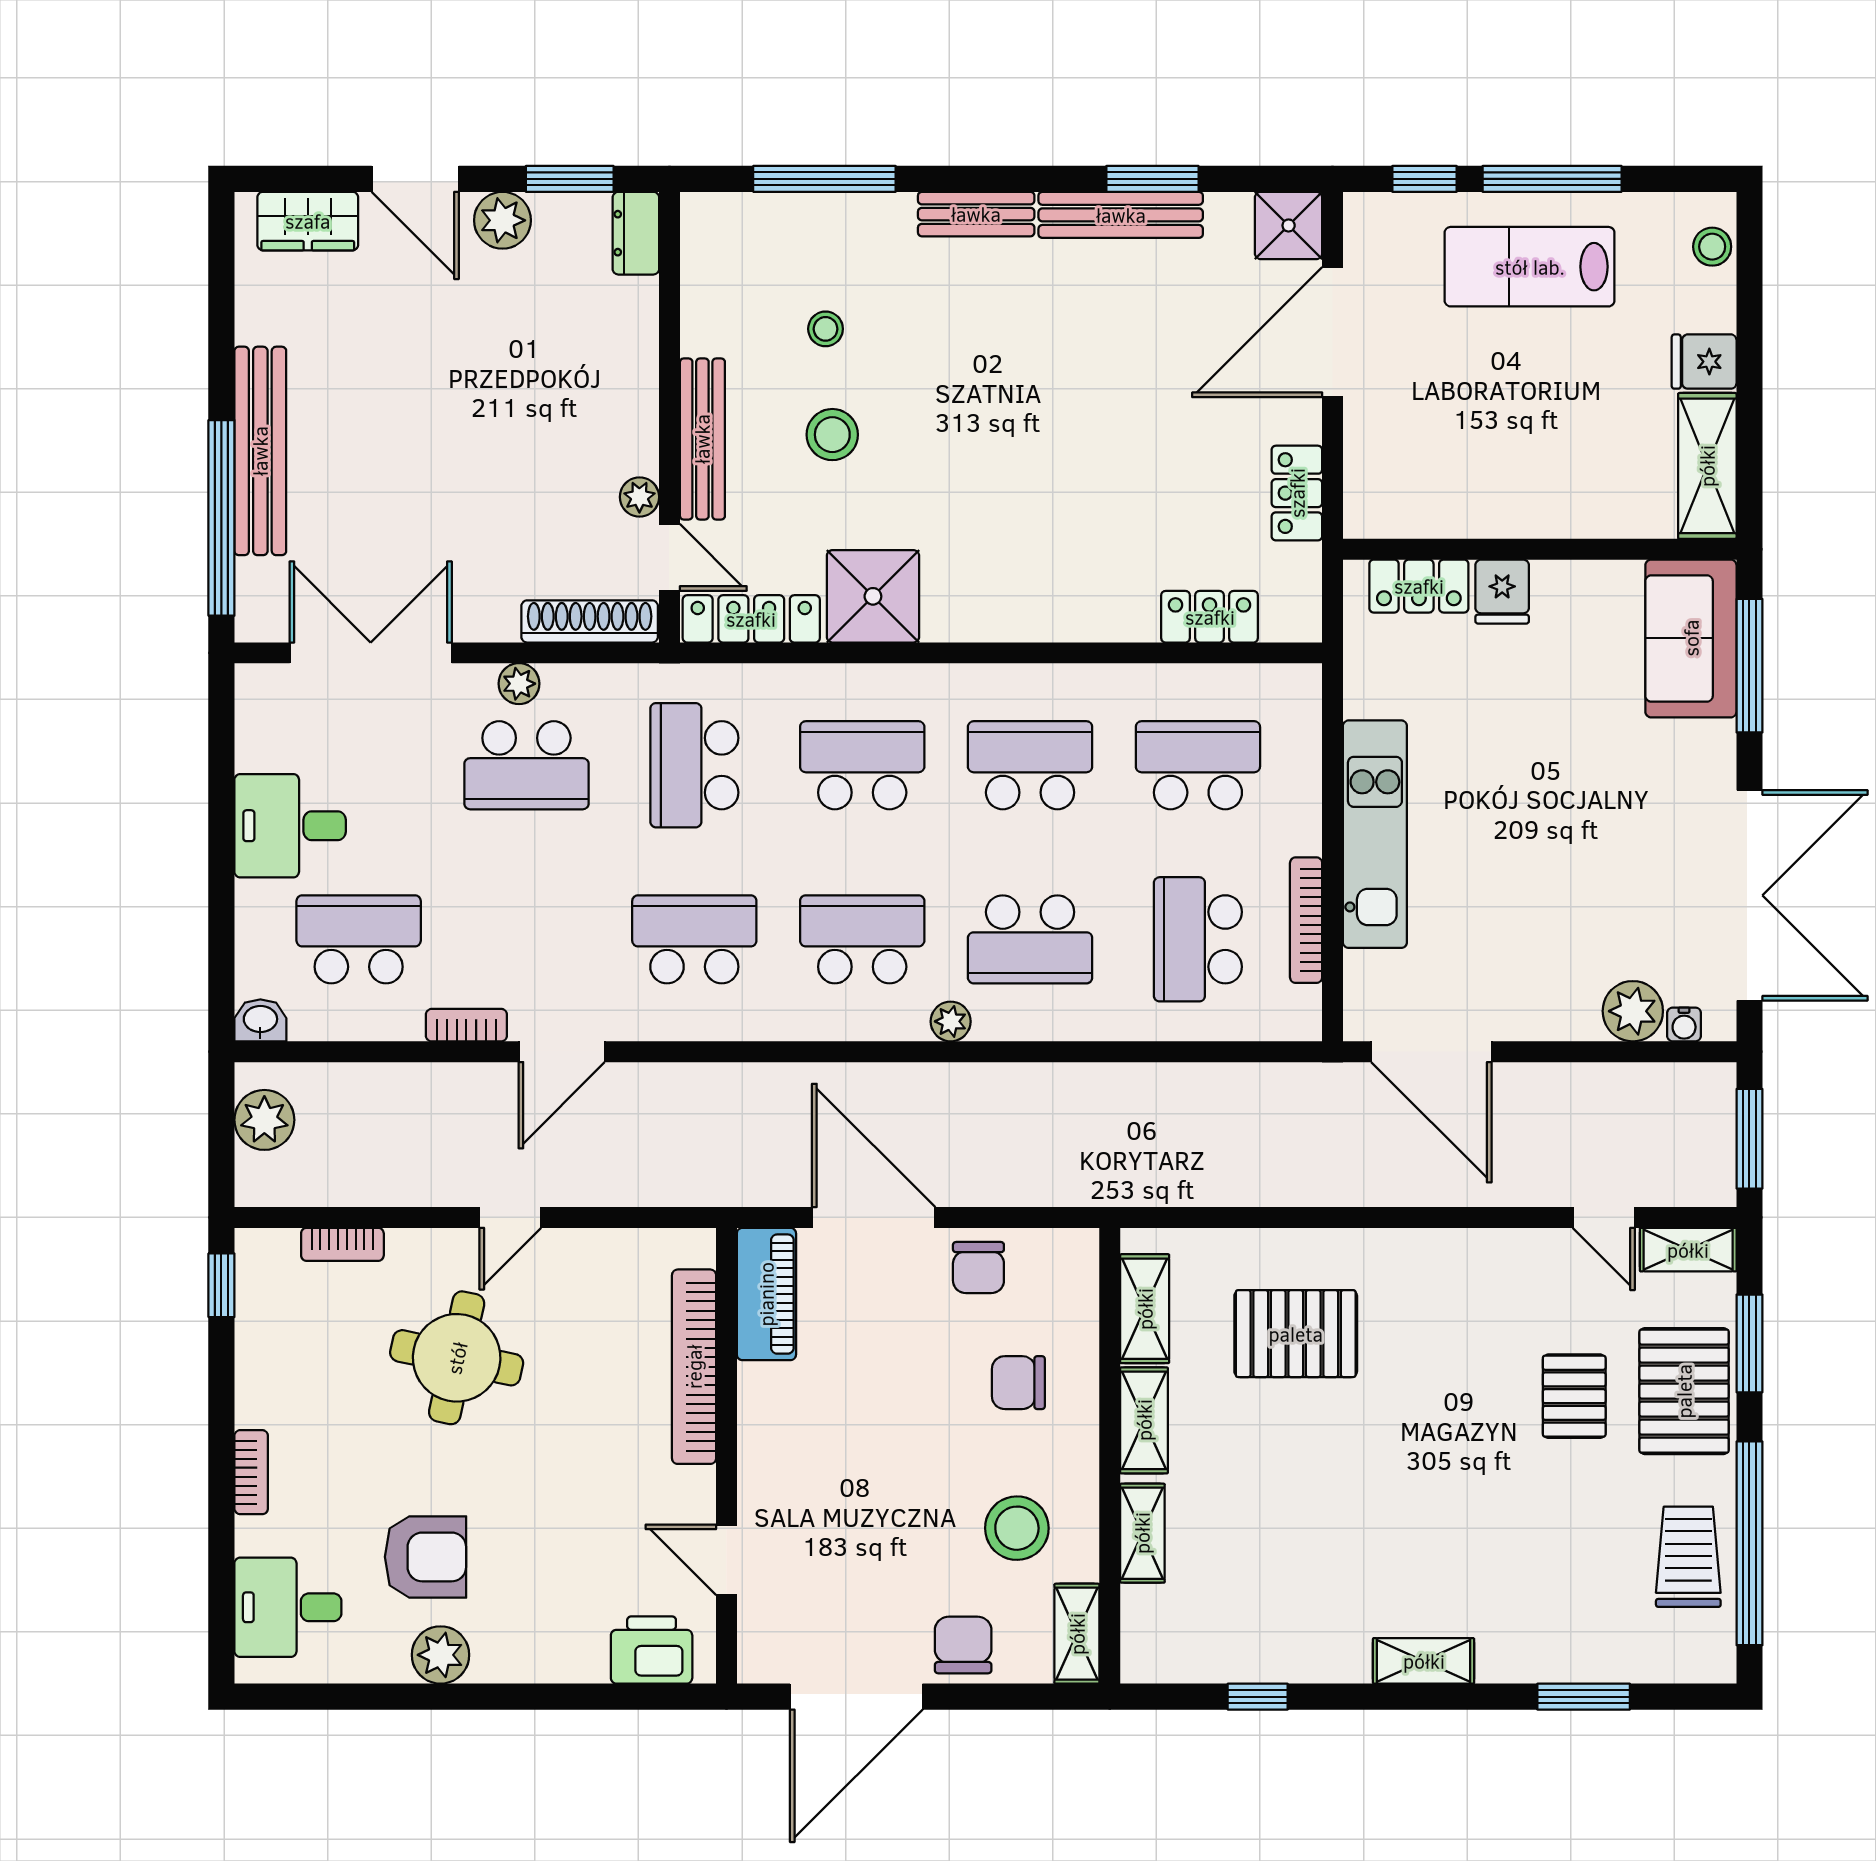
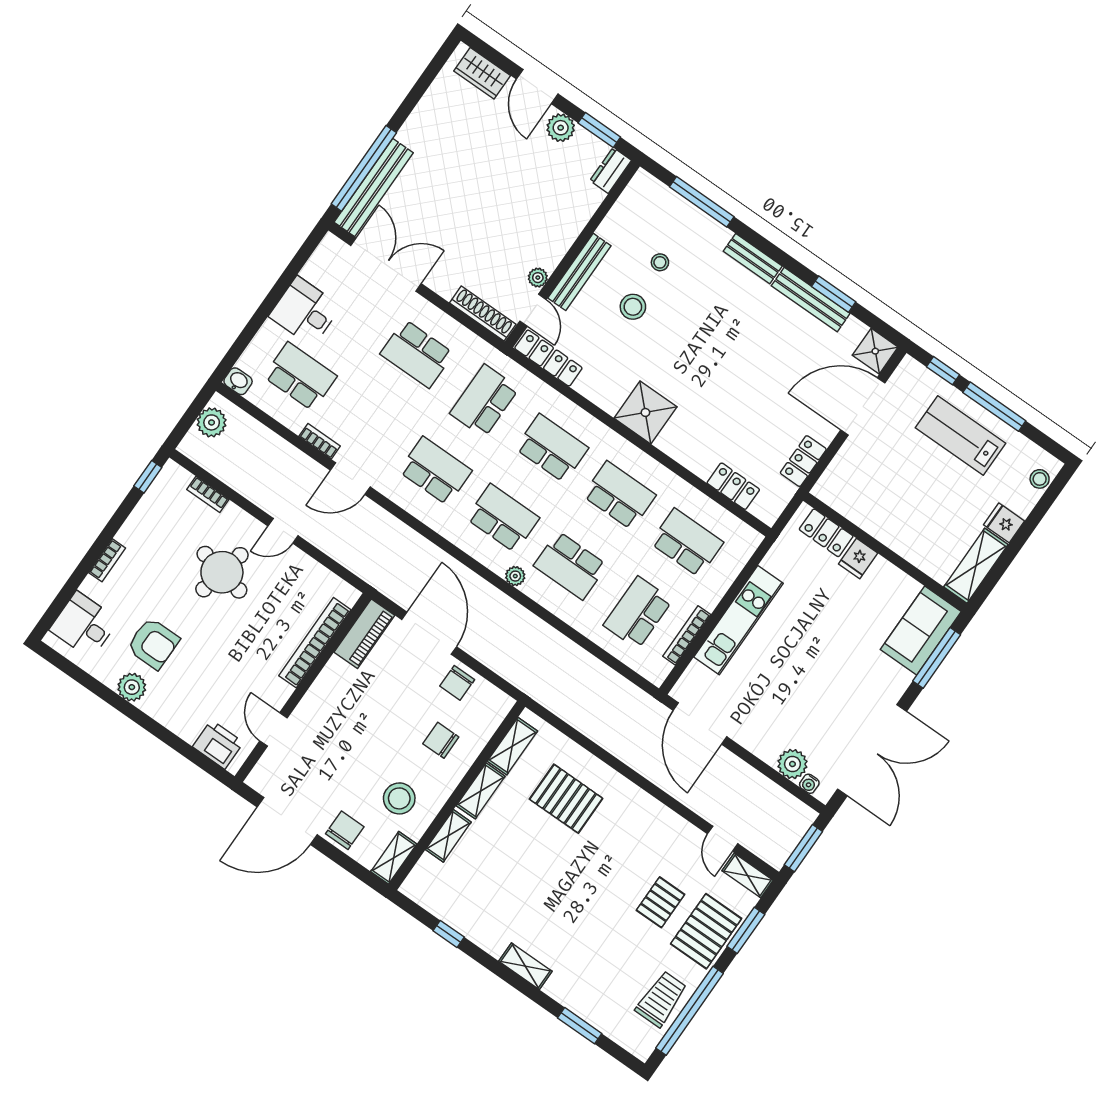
bench: (260, 451) -> (374, 187), moved
shower: (873, 596) -> (645, 412), moved
plant: (519, 684) -> (437, 319), removed

